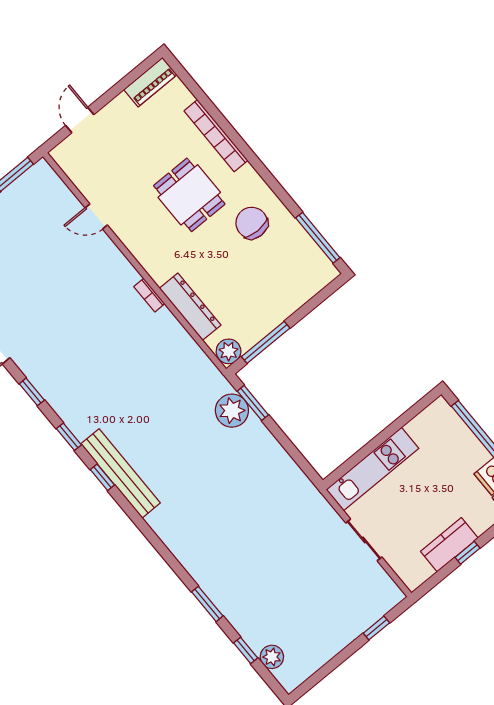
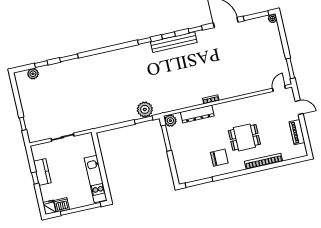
piano: (150, 82) -> (297, 132), moved
door: (96, 216) -> (279, 88), moved
kitchen unit: (372, 469) -> (96, 179), moved
bench: (121, 473) -> (174, 42), moved

